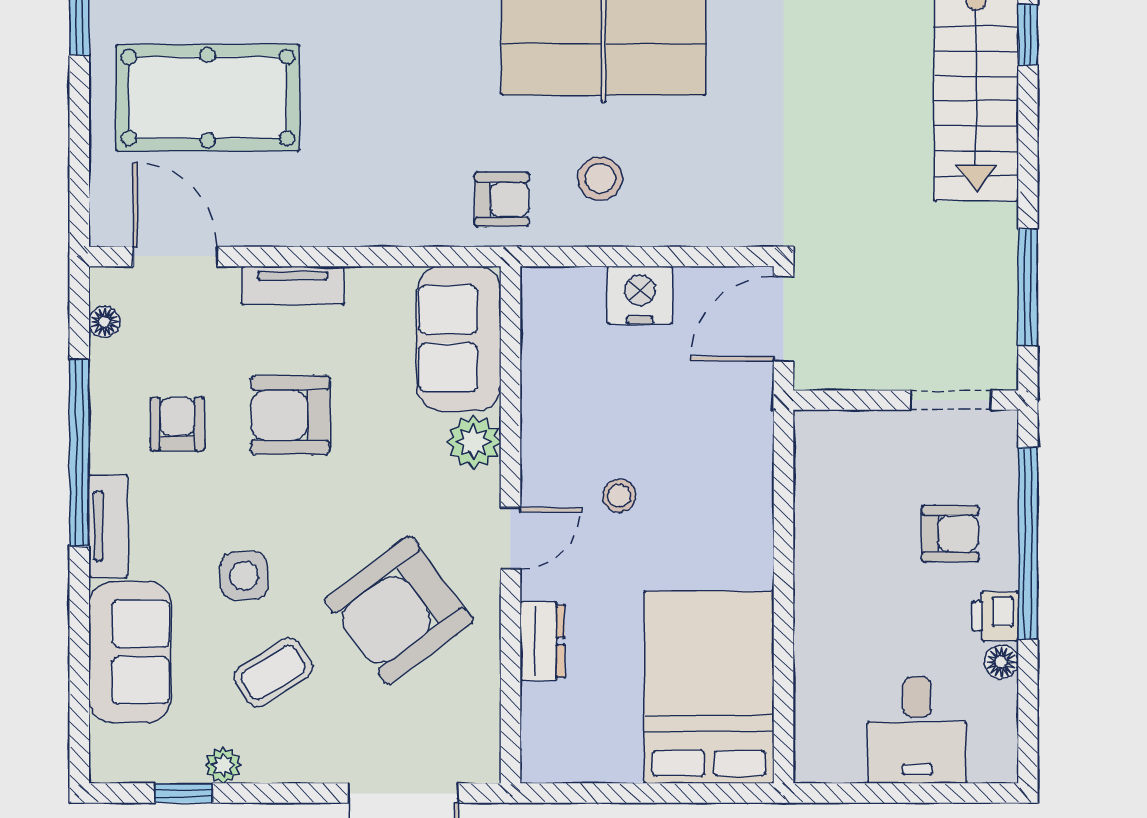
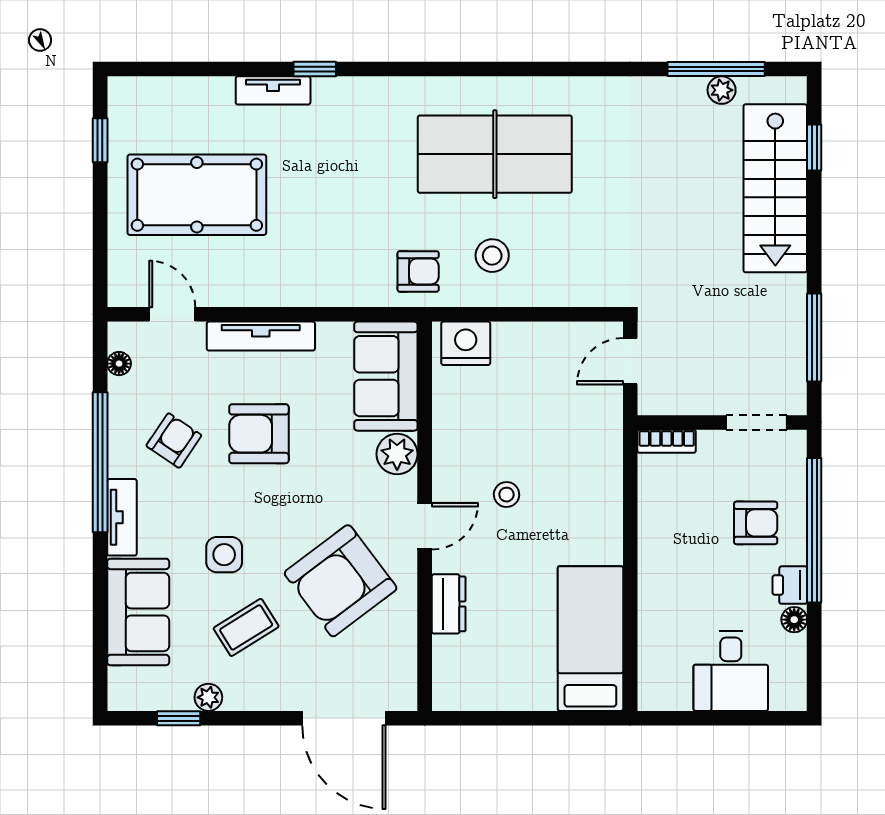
door: (175, 256) -> (172, 314), width x0.73
tv unit: (293, 285) -> (261, 336), width x1.41
nightstand: (640, 295) -> (466, 343), moved
door: (784, 319) -> (630, 361), width x0.73
armchair: (177, 424) -> (174, 441), turned 34
bookcase: (832, 425) -> (667, 441), added
bed: (709, 687) -> (590, 639), width x0.67

